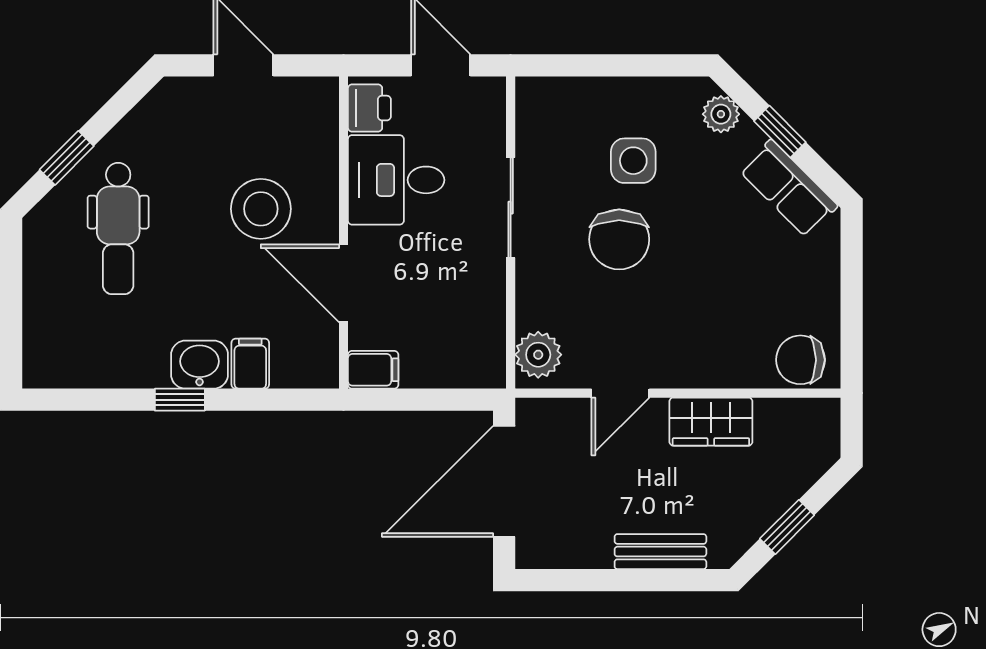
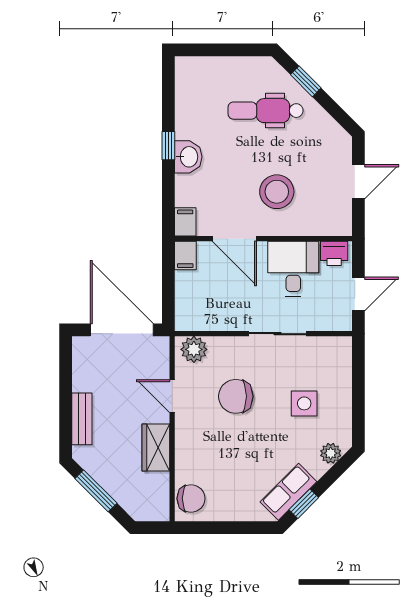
window: (780, 132) -> (304, 504), moved
chair: (619, 239) -> (236, 396), moved
door: (343, 283) -> (234, 239), swing flipped
chair: (800, 360) -> (191, 498), turned 90
filing cabinet: (250, 364) -> (185, 222), moved, turned -90
window: (787, 527) -> (96, 491), width x1.50

